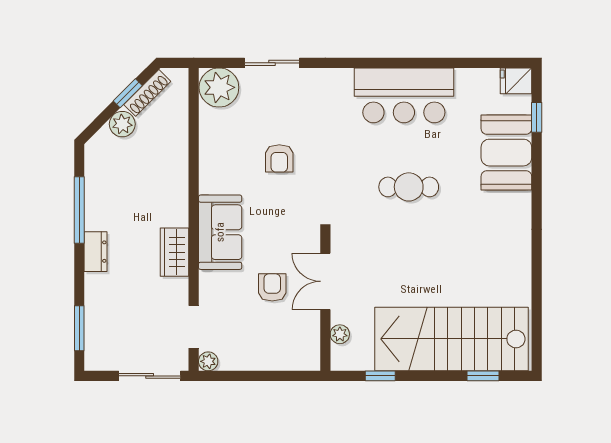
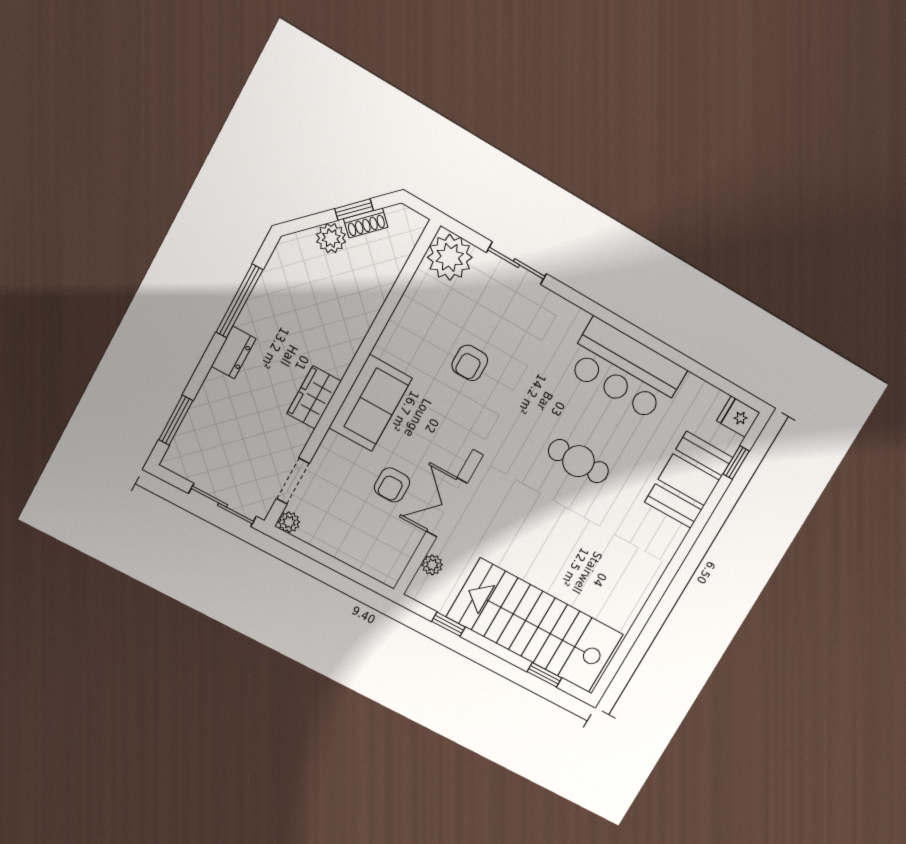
shoe rack: (147, 93) -> (366, 223), width x0.70
armchair: (272, 287) -> (392, 485), turned 180

